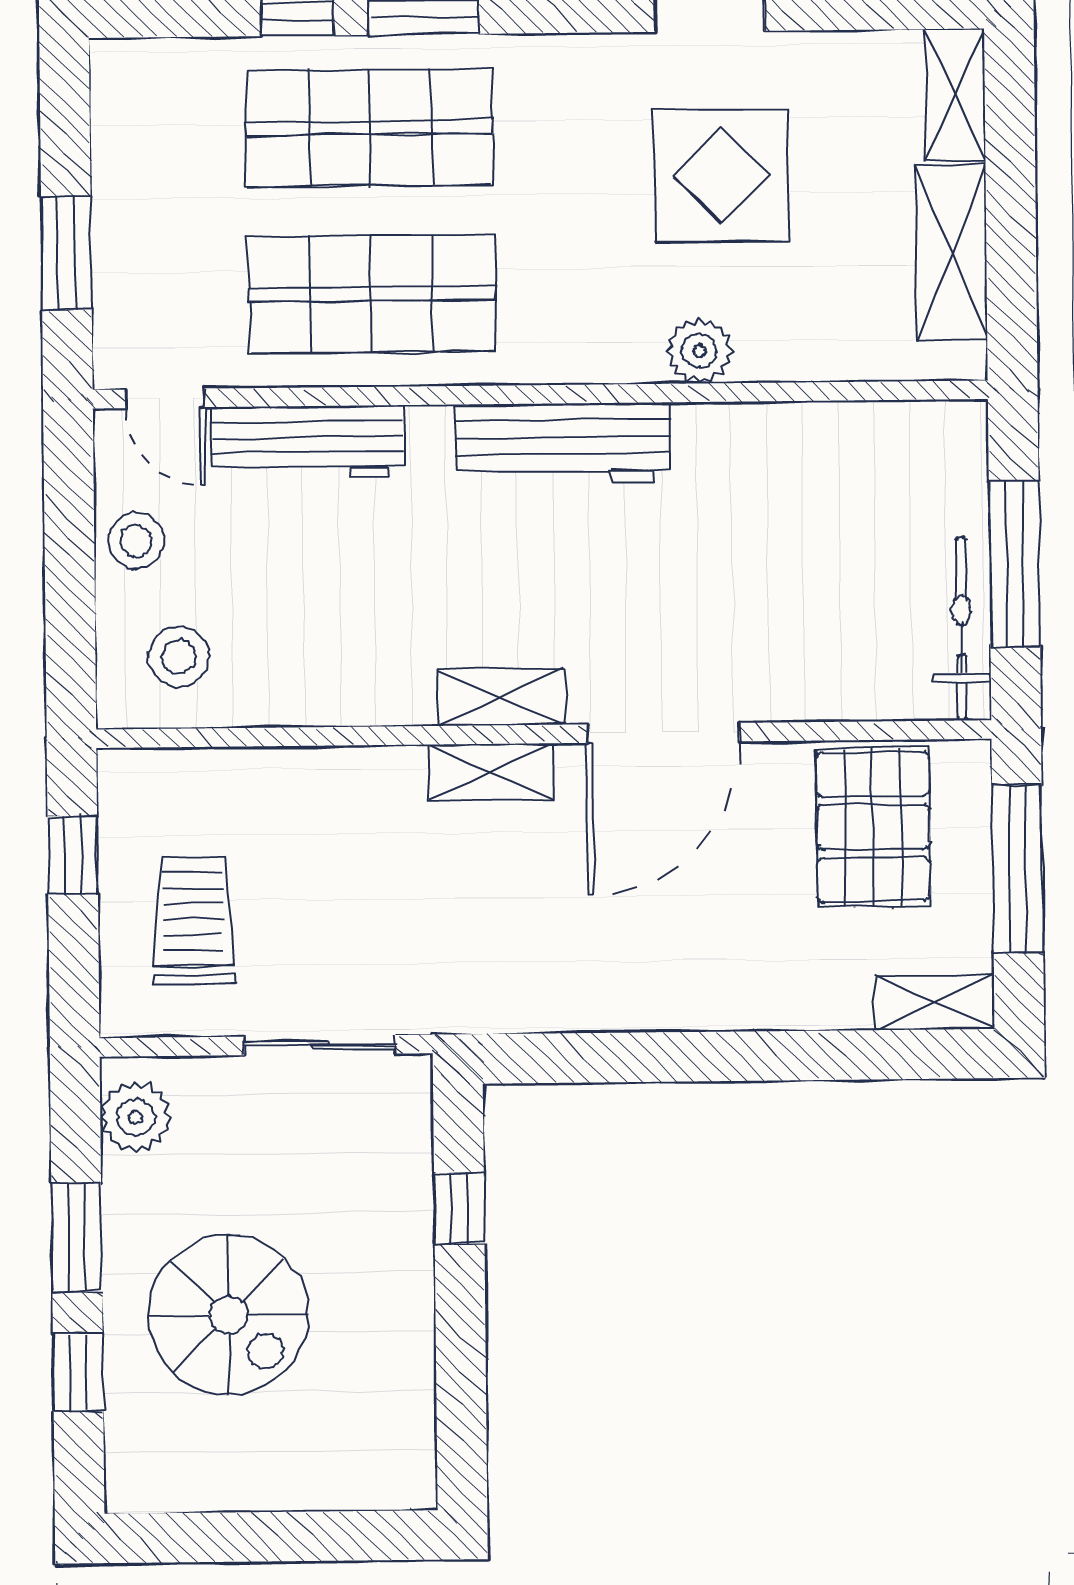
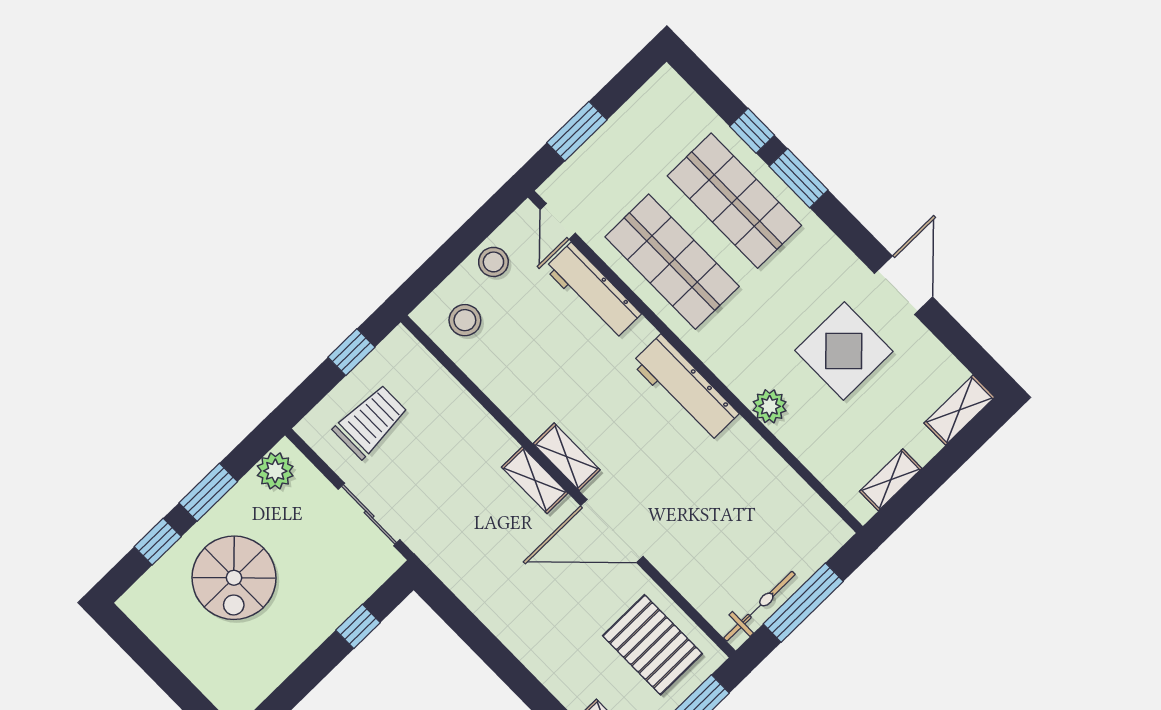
shelving: (952, 252) -> (891, 480), width x0.67, depth x0.75
pallet: (873, 827) -> (653, 645), turned 90

